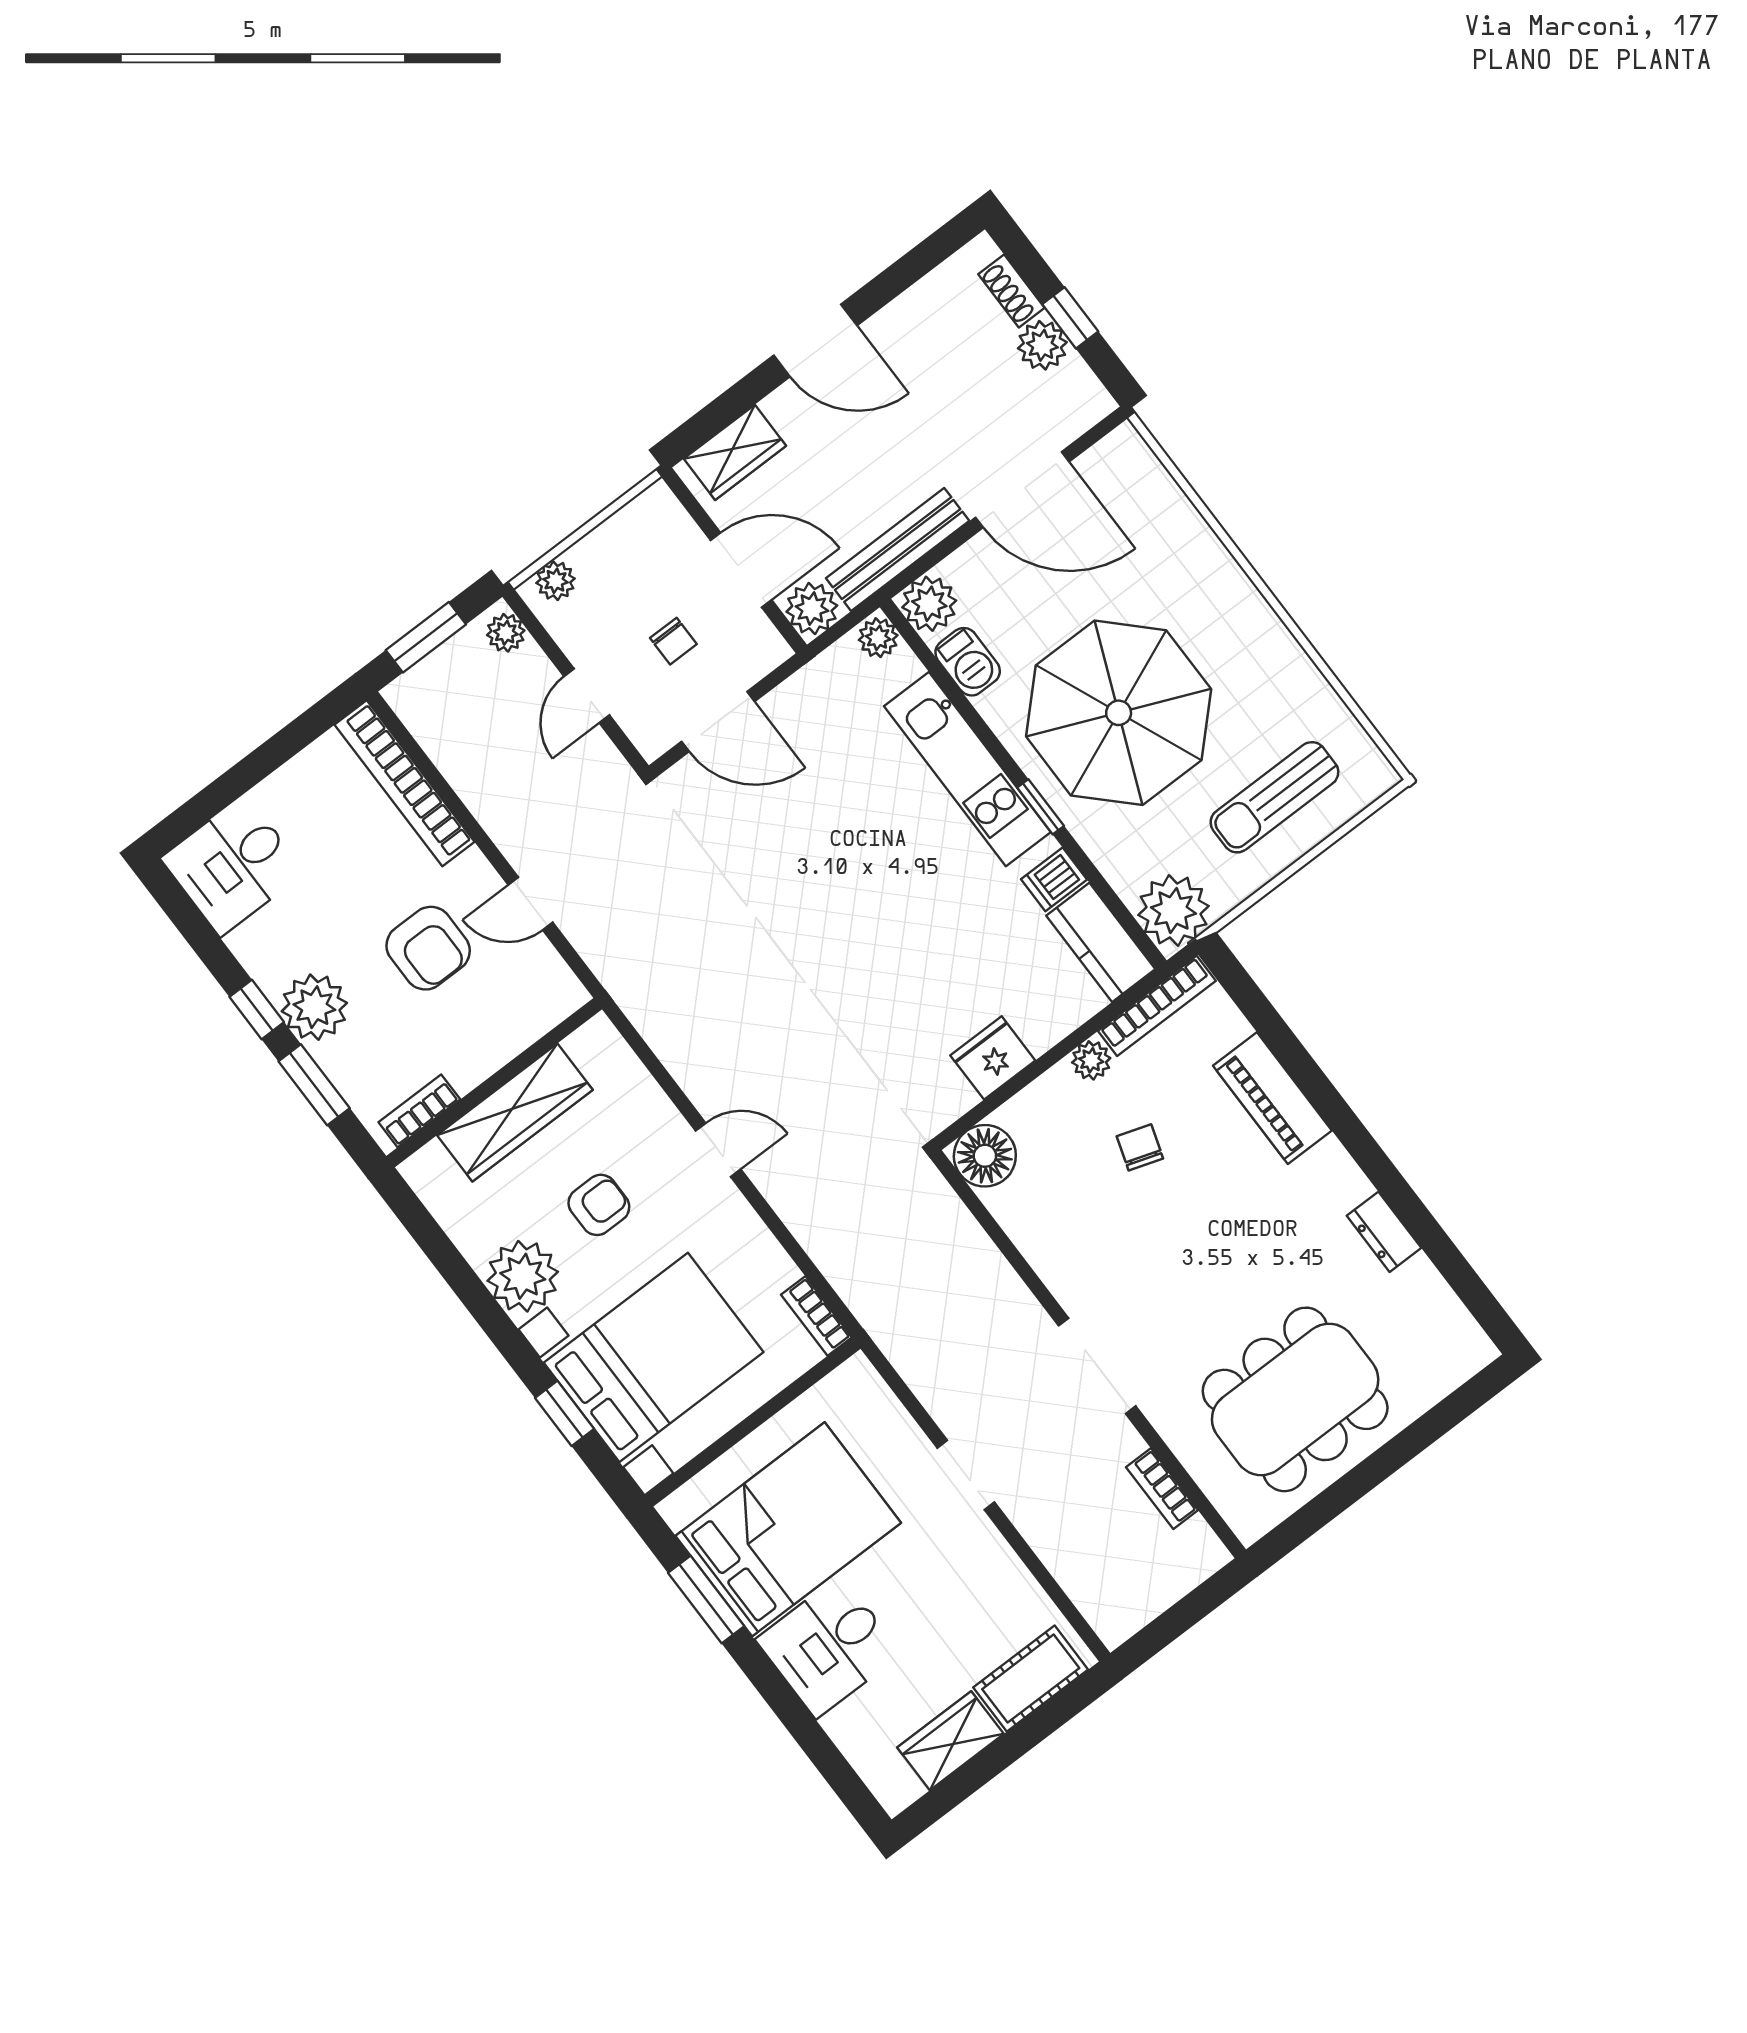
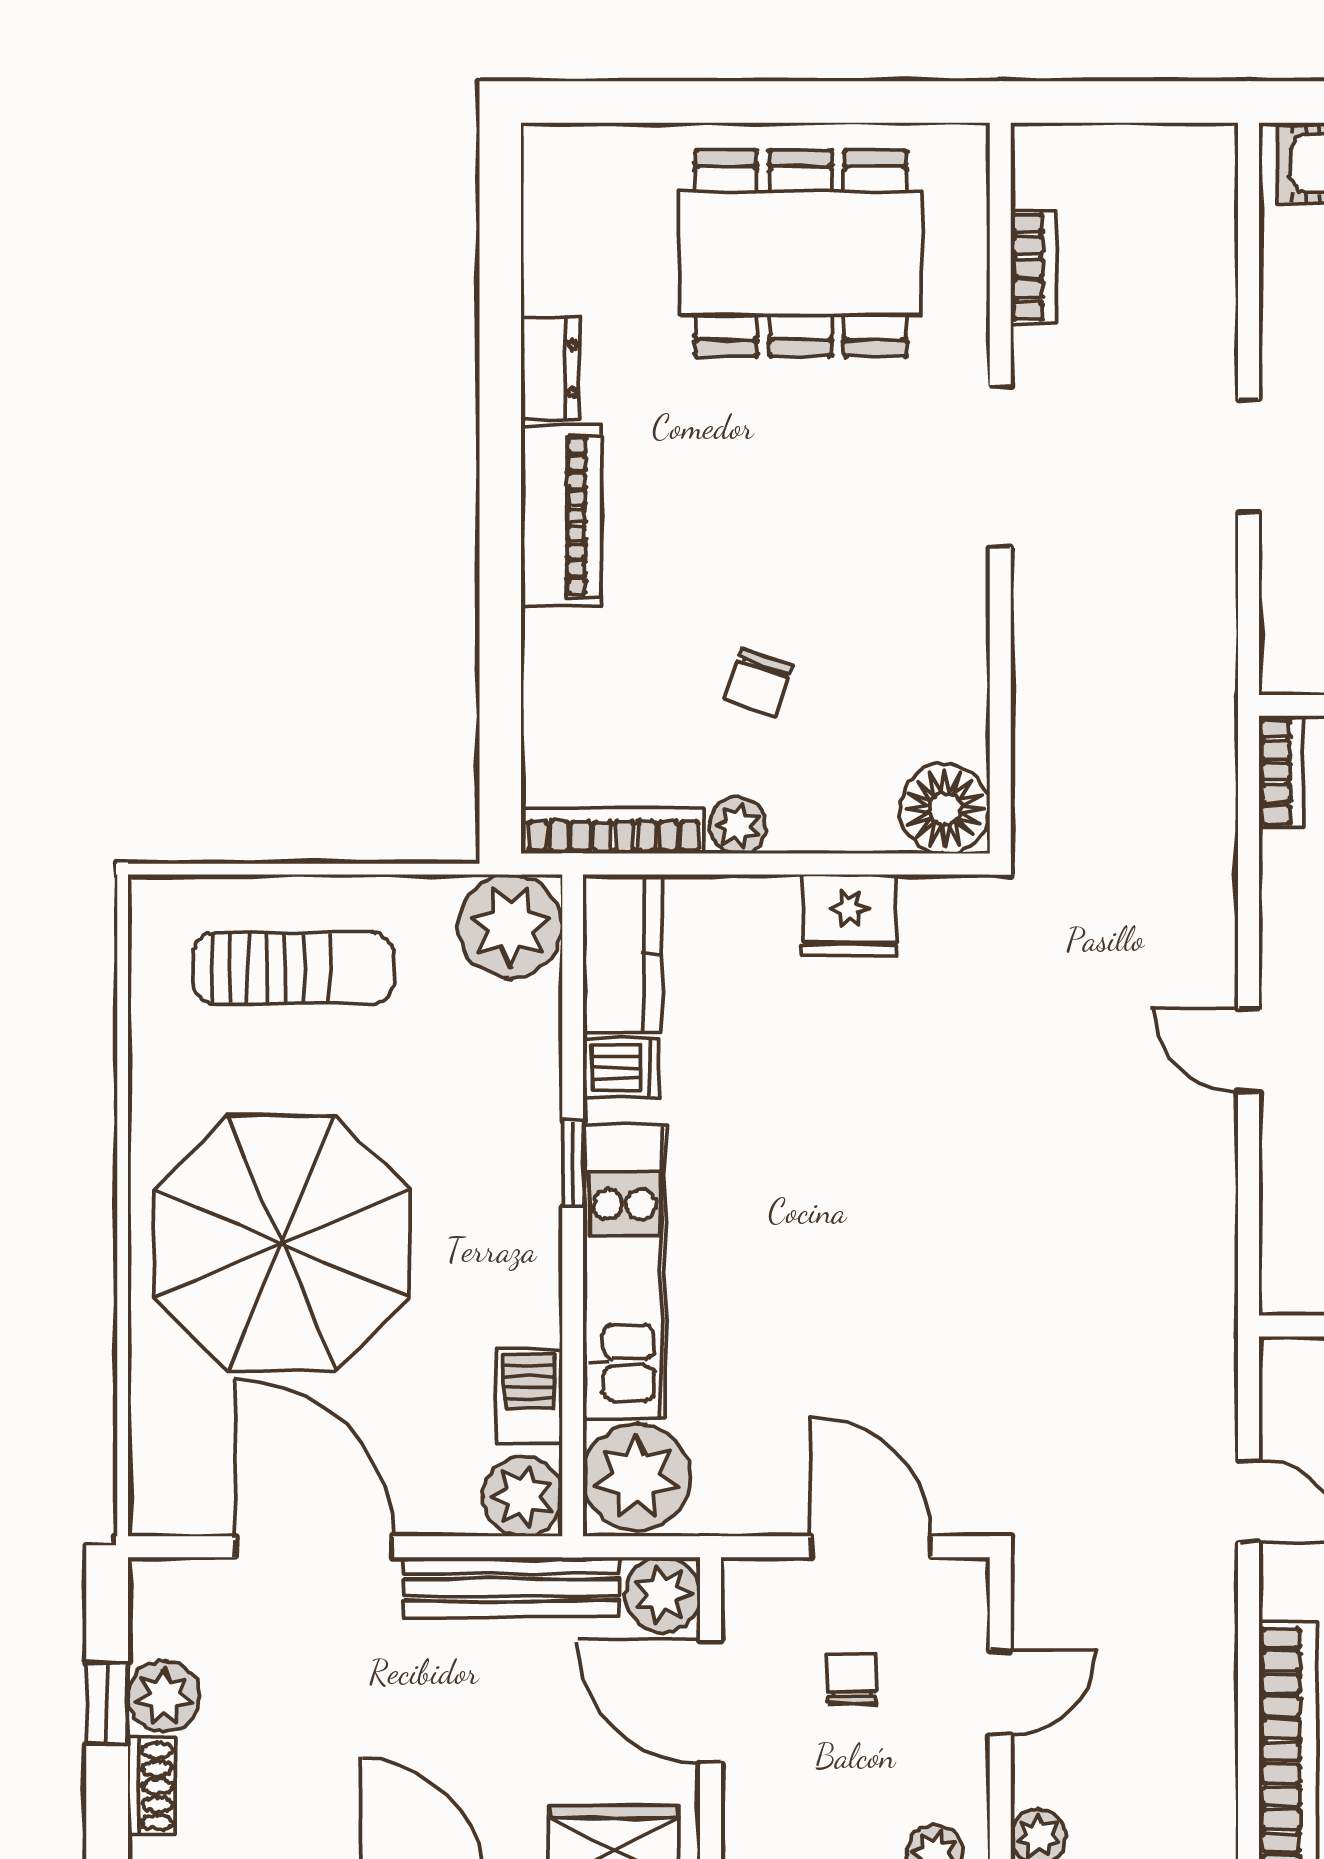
plant: (878, 638) -> (637, 1477), width x1.88, depth x1.88
parasol: (1119, 713) -> (281, 1244), moved
piano: (1272, 1098) -> (561, 516), moved

